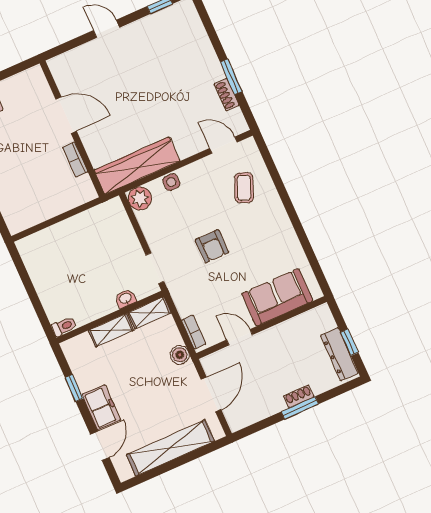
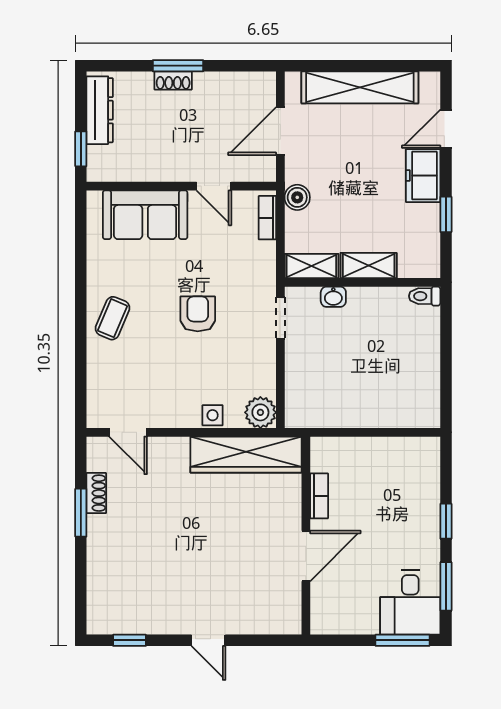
door: (66, 115) -> (306, 556), swing flipped
coffee table: (244, 188) -> (112, 318), moved
window: (349, 342) -> (81, 149), moved

